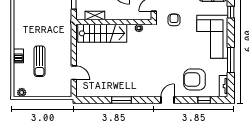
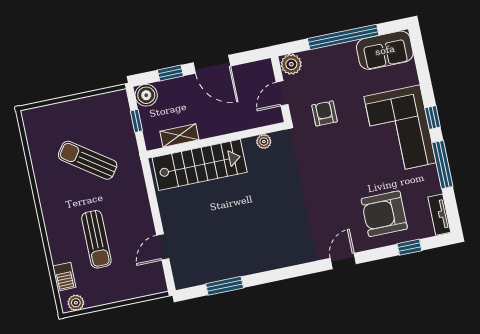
window: (231, 12) -> (433, 118), moved
sun lounger: (44, 18) -> (88, 160), added
barbecue: (18, 56) -> (64, 277), moved
door: (74, 73) -> (163, 247), swing flipped
window: (122, 100) -> (225, 286), moved

